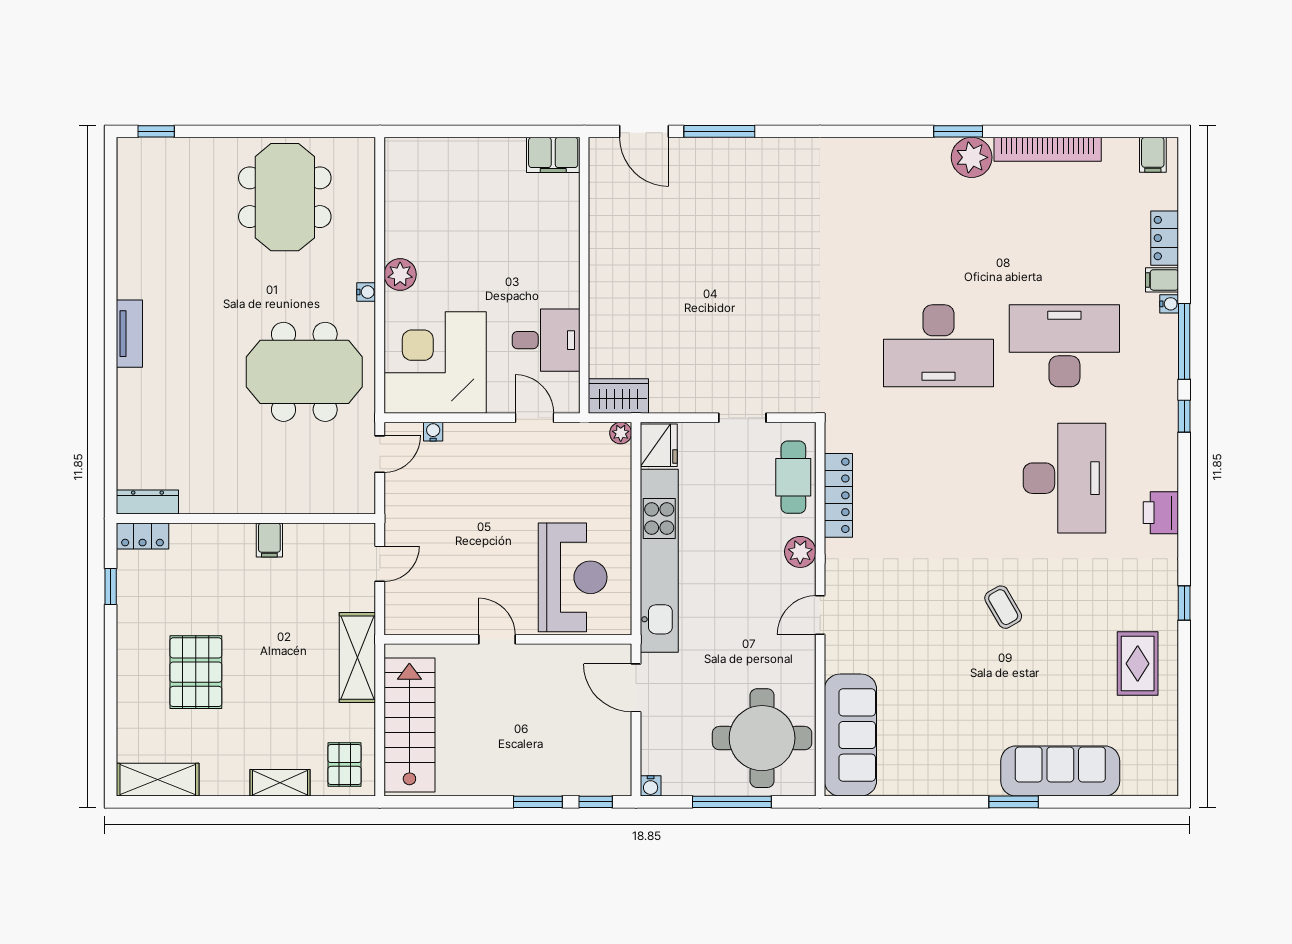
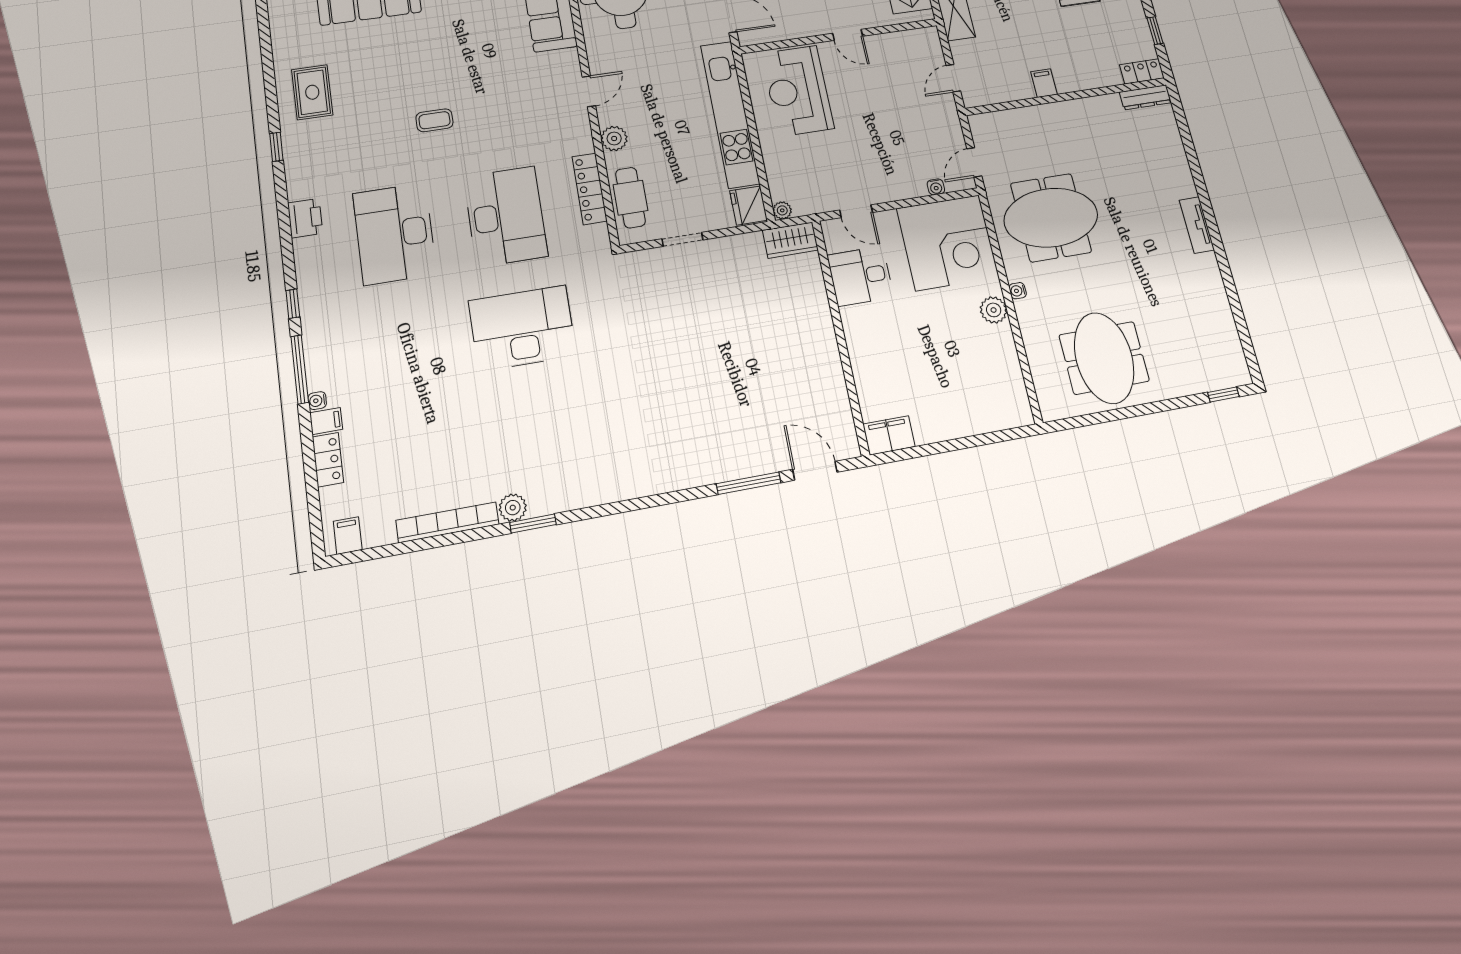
plant: (972, 157) -> (513, 508), width x0.73, depth x0.73
desk: (1064, 346) -> (506, 216), moved, turned -90
coffee table: (1003, 607) -> (434, 120), turned -60

